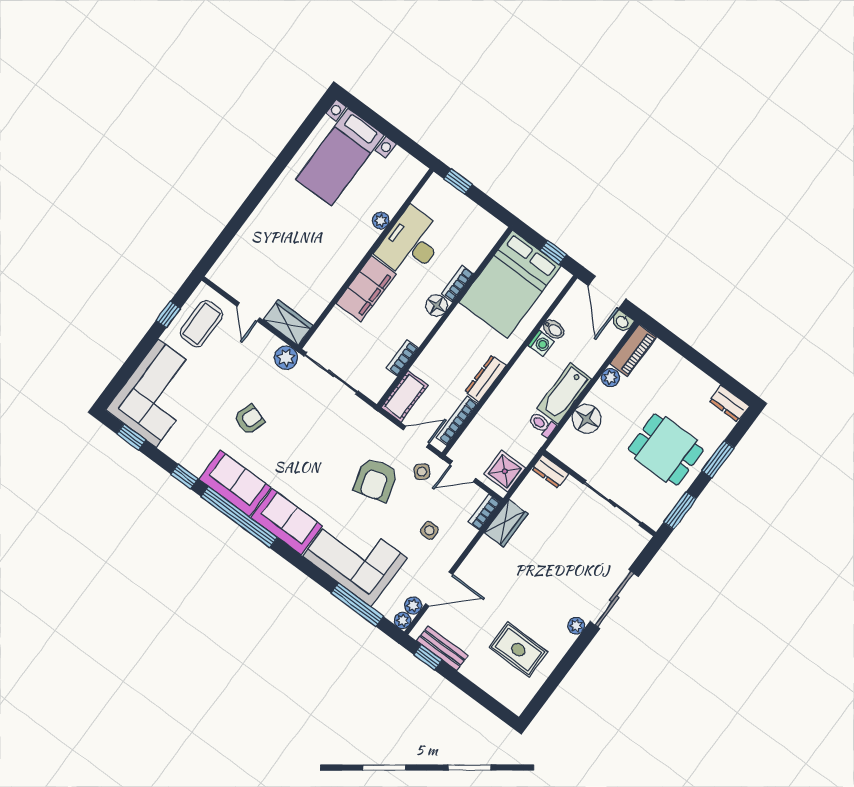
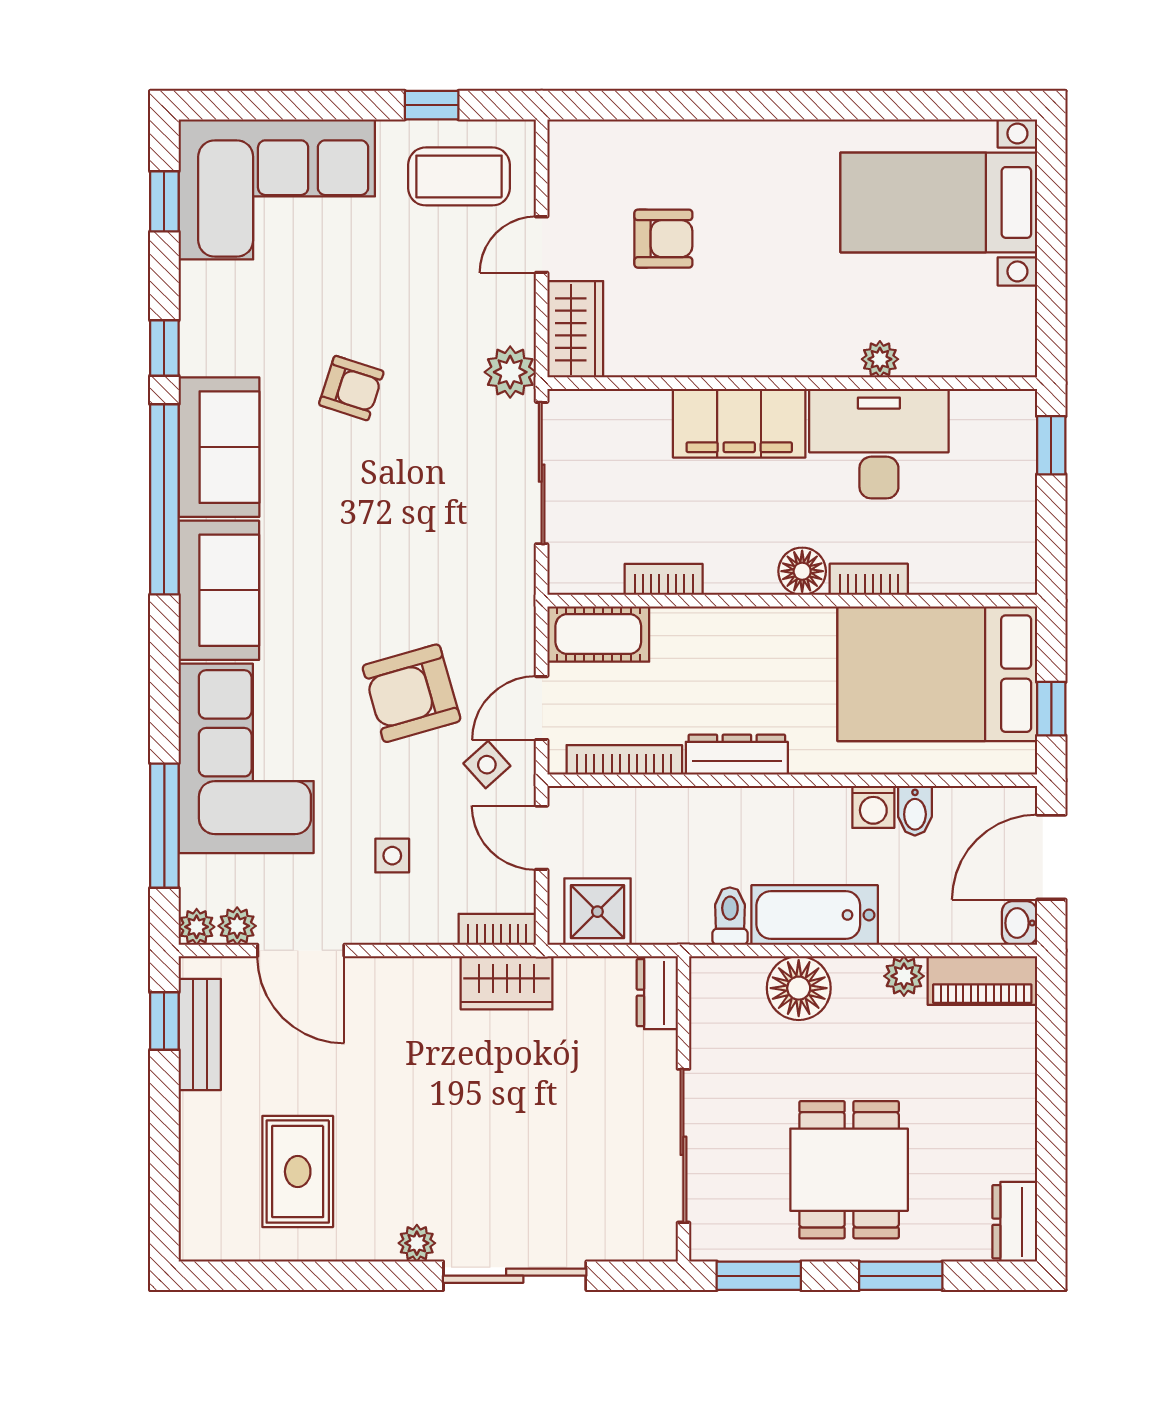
armchair: (279, 266) -> (663, 239), added
door: (416, 437) -> (542, 708), swing flipped

